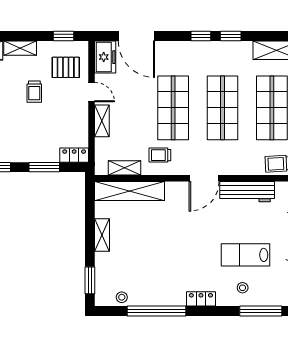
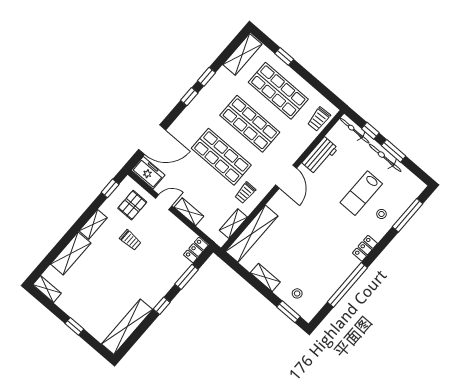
workbench: (247, 192) -> (320, 156), width x0.73
stool: (122, 297) -> (297, 293), moved

